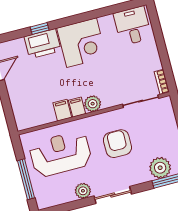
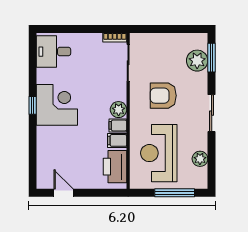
window: (40, 29) -> (33, 105), moved
printer: (43, 44) -> (115, 167), moved, turned 180
plant: (83, 191) -> (200, 159), moved

